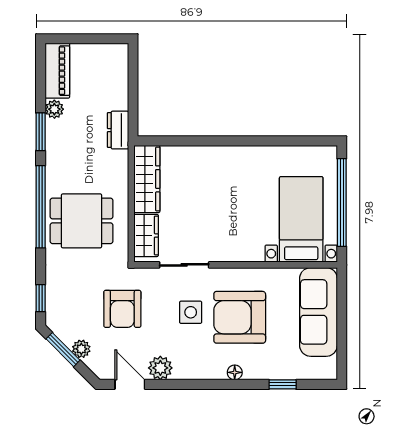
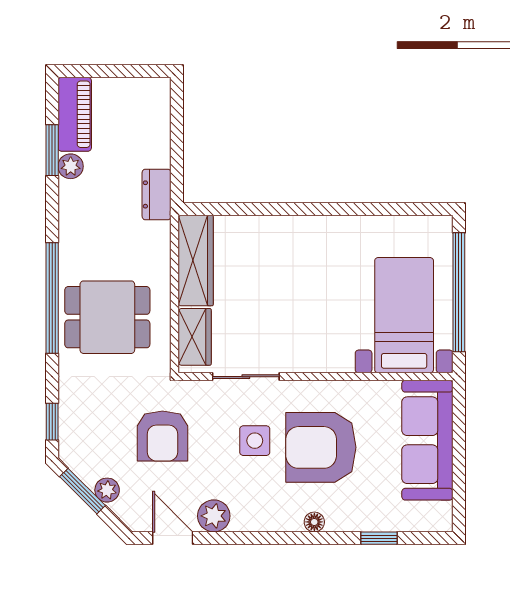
window: (41, 132) -> (52, 150), moved

